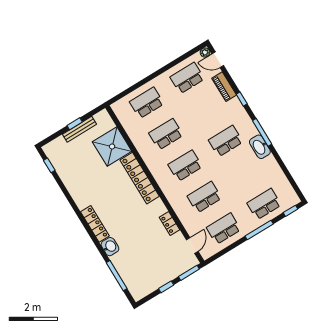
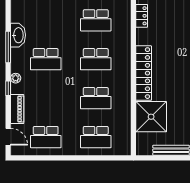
plant: (205, 52) -> (16, 78), moved
window: (75, 124) -> (172, 158), removed

